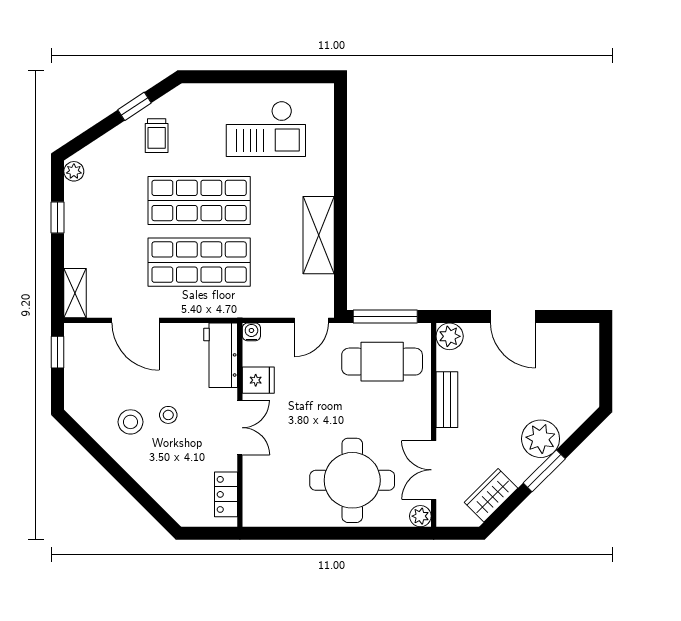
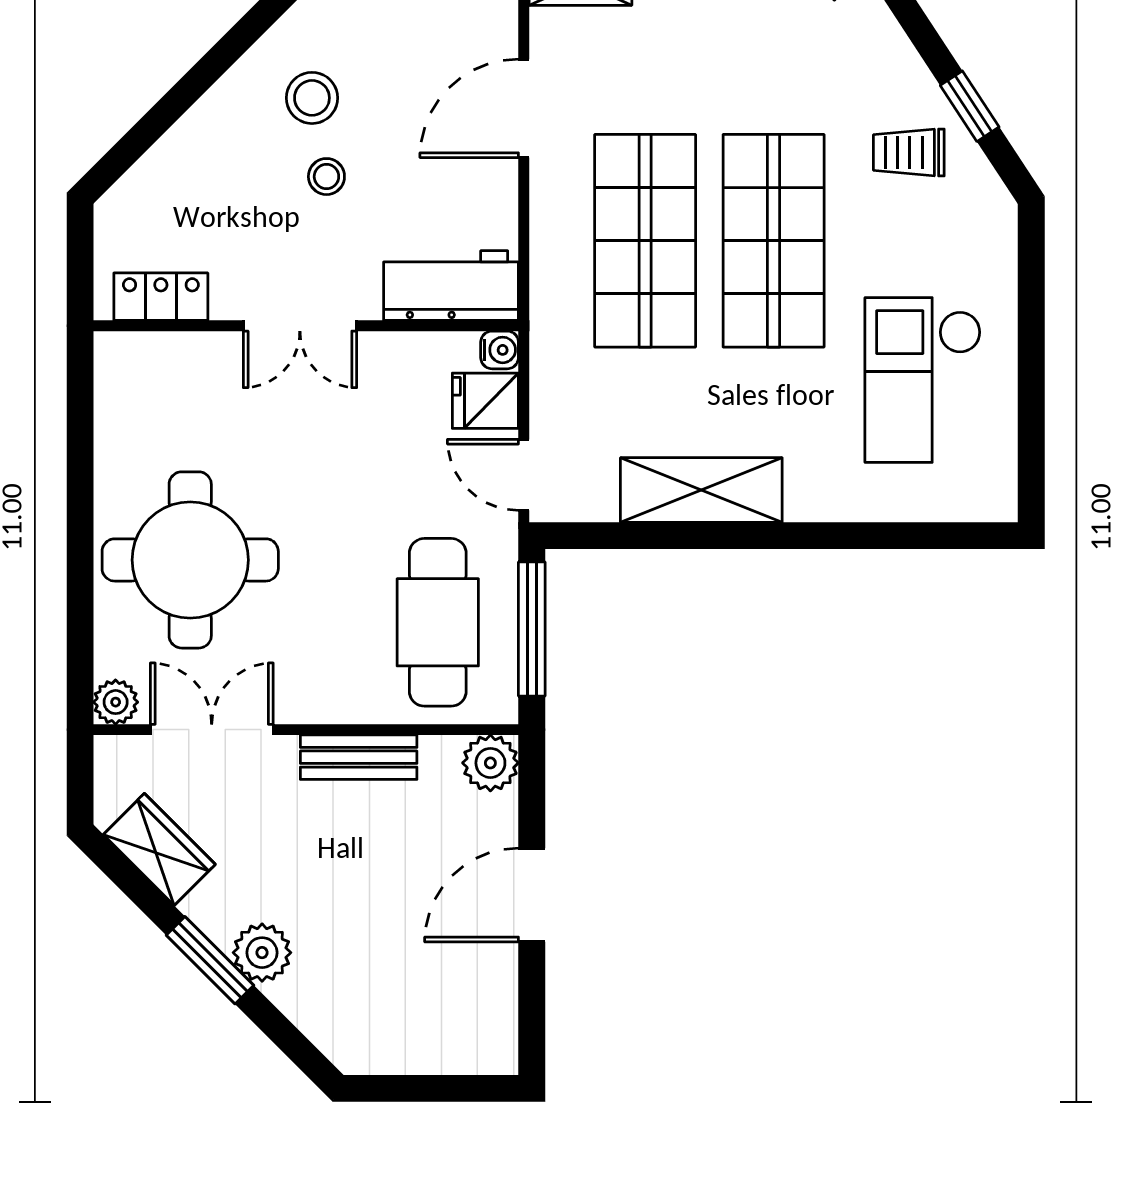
fridge: (258, 380) -> (485, 401), moved, turned 90
plant: (541, 439) -> (262, 953), width x0.73, depth x0.73

